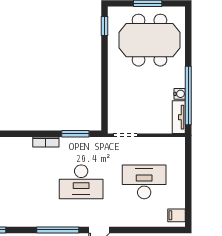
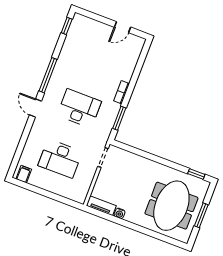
window: (188, 95) -> (116, 220), removed
desk: (81, 182) -> (79, 108), turned 90
desk: (144, 182) -> (60, 159), turned 90

